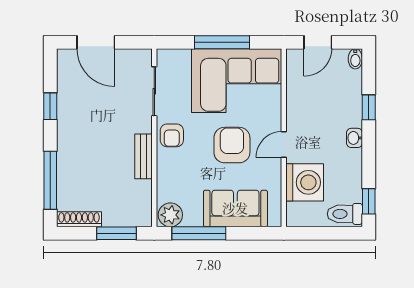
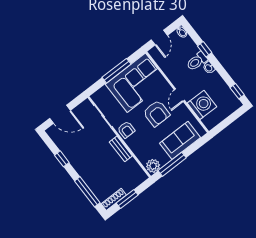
armchair: (232, 145) -> (156, 113), turned 180
toilet: (345, 214) -> (197, 61), moved
window: (116, 233) -> (127, 199), moved

